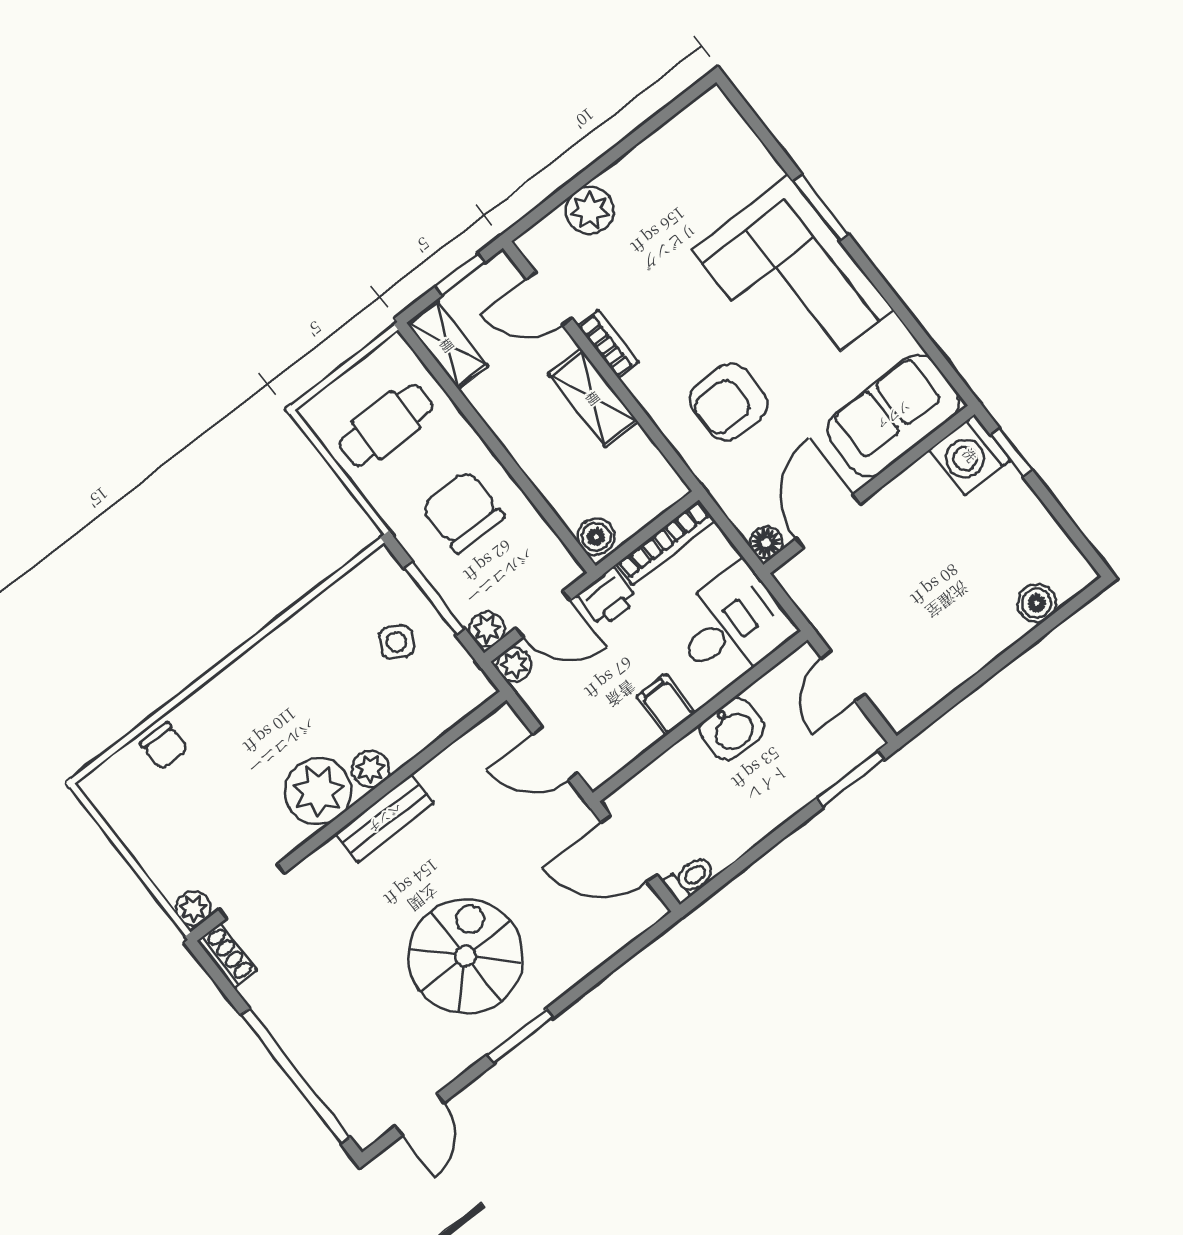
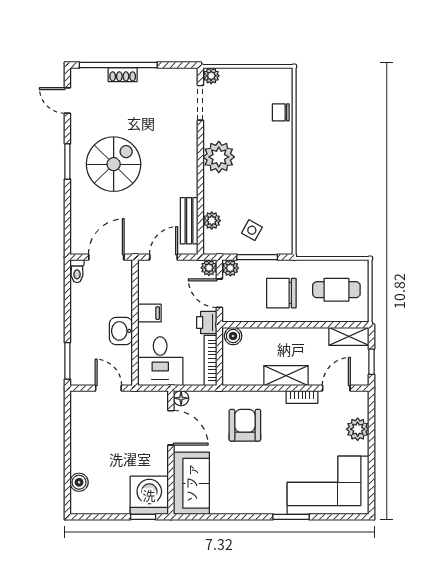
corner sofa: (793, 280) -> (328, 485), moved
cafe table: (386, 425) -> (336, 290), turned 90
washing machine: (970, 455) -> (149, 495), width x1.37, depth x1.37
chair: (463, 512) -> (281, 293), turned 180
door: (543, 614) -> (219, 293), hinge flipped
plant: (371, 769) -> (212, 221), moved
bench: (385, 818) -> (189, 221), moved
shoe rack: (227, 956) -> (123, 75), moved
spiral stairs: (465, 956) -> (114, 164), turned -90

